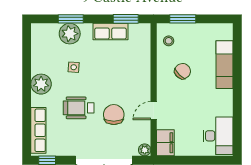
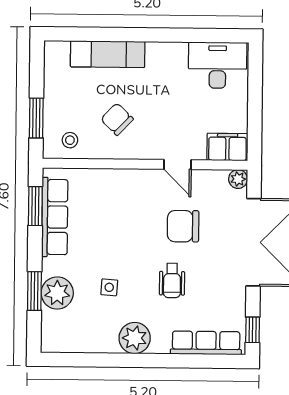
row of seats: (111, 32) -> (55, 217), width x1.48
wheelchair: (79, 108) -> (172, 280), width x0.73, depth x0.73

